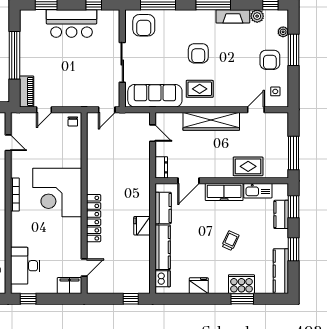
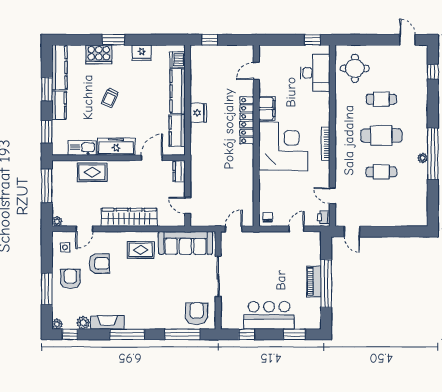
plant: (283, 32) -> (57, 324), moved
armchair: (198, 53) -> (99, 264), moved, turned 90
piano: (27, 91) -> (314, 281), moved
plant: (283, 117) -> (57, 221), added
printer: (17, 121) -> (324, 217), added
kitchen counter: (281, 214) -> (59, 105), moved
filing cabinet: (70, 286) -> (267, 109), moved, turned -90
window: (242, 299) -> (113, 40), moved

